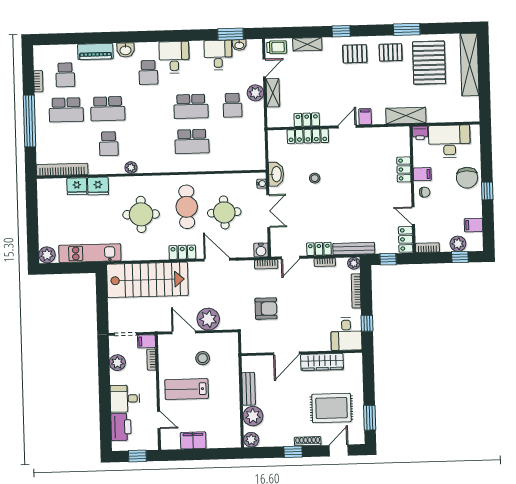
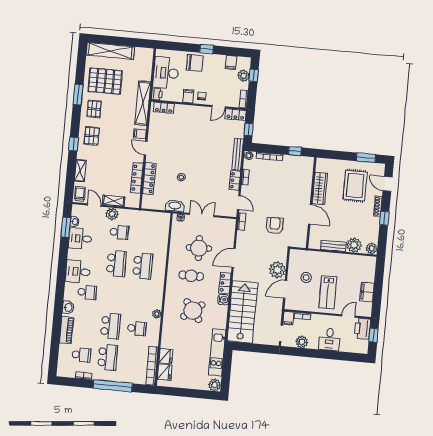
shelving: (406, 116) -> (143, 103), width x1.47
locker: (307, 120) -> (137, 178), width x1.53
locker: (404, 169) -> (164, 108), moved
fridge: (98, 186) -> (165, 372), moved
cafe table: (187, 207) -> (191, 276), width x0.73, depth x0.74
round table: (141, 214) -> (193, 311), turned -38
water cooler: (261, 250) -> (223, 300), moved
desk: (346, 334) -> (301, 168), removed
printer: (121, 427) -> (362, 329), moved, turned -90

